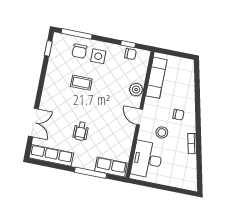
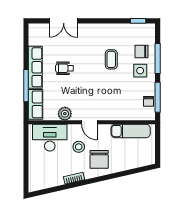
window: (77, 34) -> (158, 58), moved
window: (128, 44) -> (158, 97), width x2.17
plant: (136, 90) -> (65, 114), moved
chair: (178, 115) -> (99, 159), width x1.87, depth x1.87
door: (140, 117) -> (89, 122), swing flipped
row of seats: (51, 155) -> (35, 67), moved

